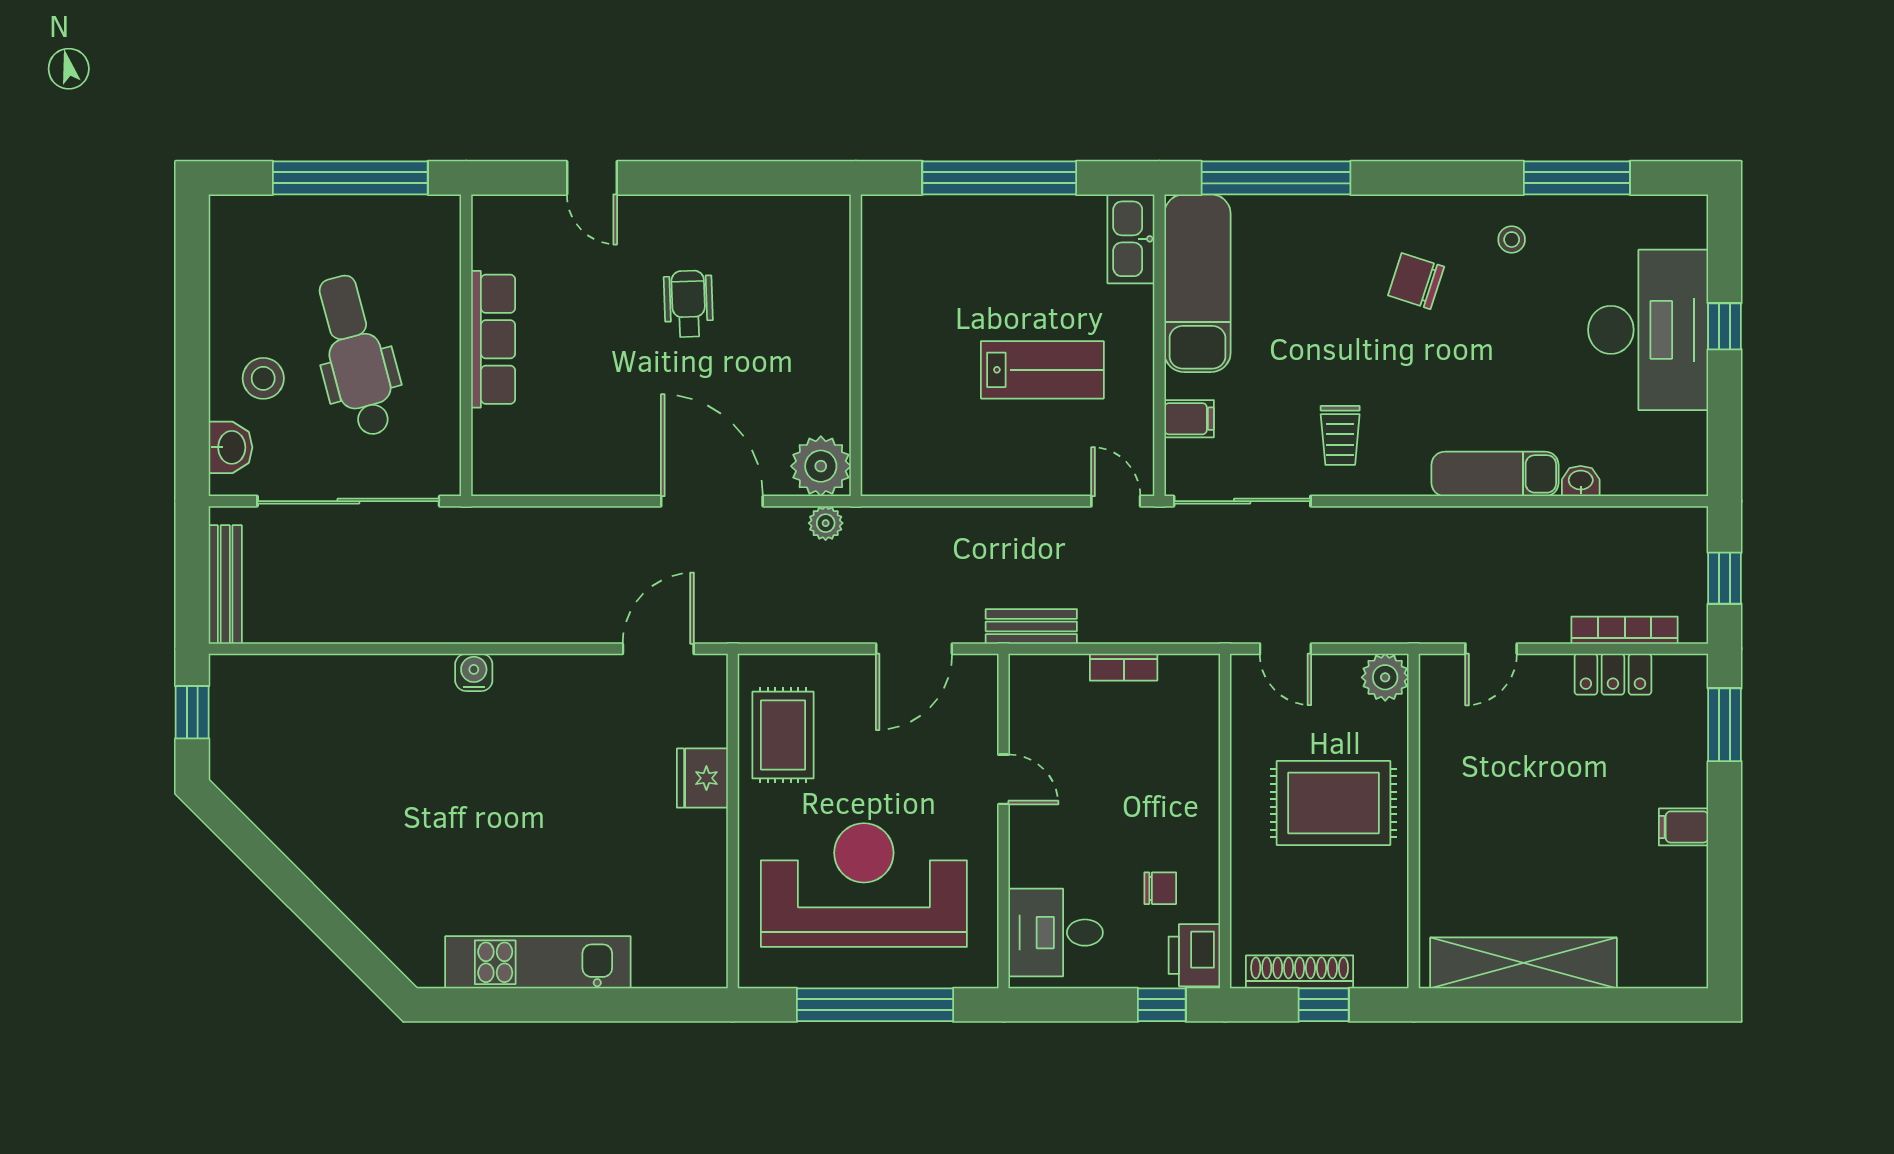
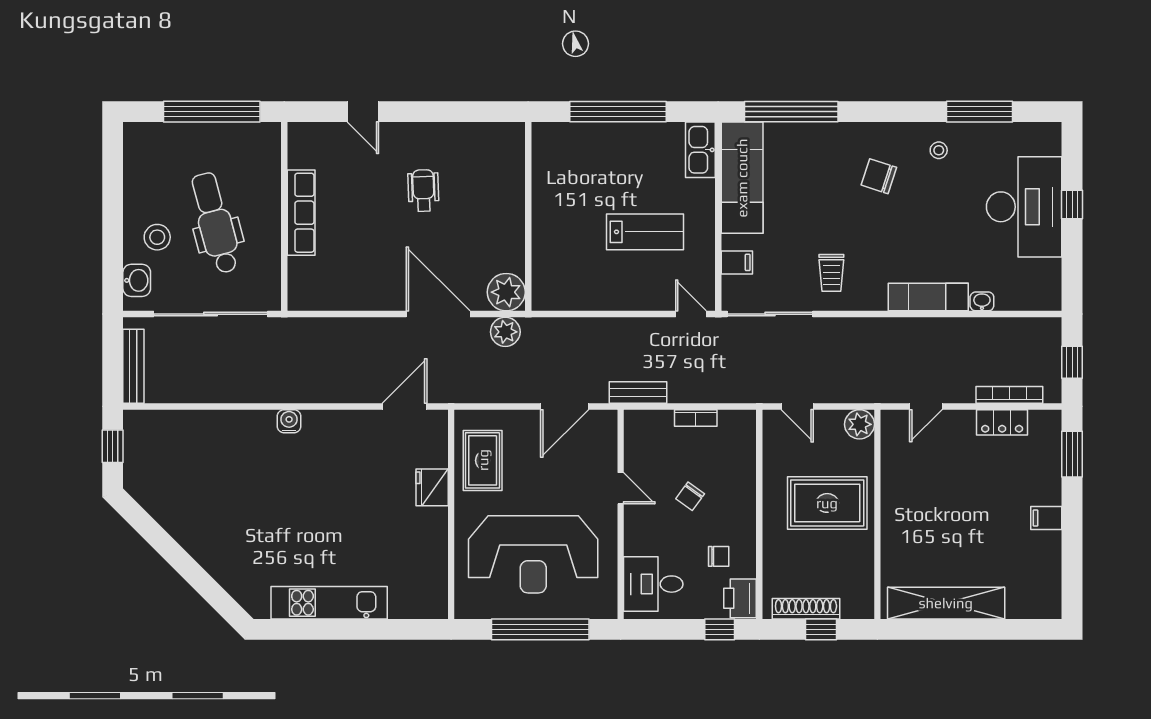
plant: (826, 523) -> (505, 332), width x1.38, depth x1.38
chair: (1114, 792) -> (690, 496), added
reception desk: (864, 885) -> (533, 554), turned 180

